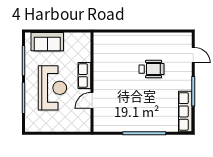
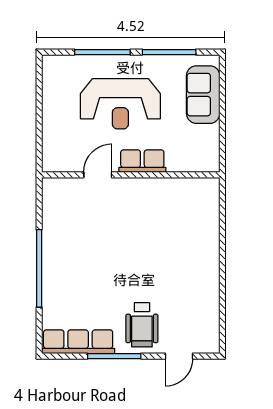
wheelchair: (152, 69) -> (142, 325), moved
door: (92, 100) -> (98, 175), hinge flipped

